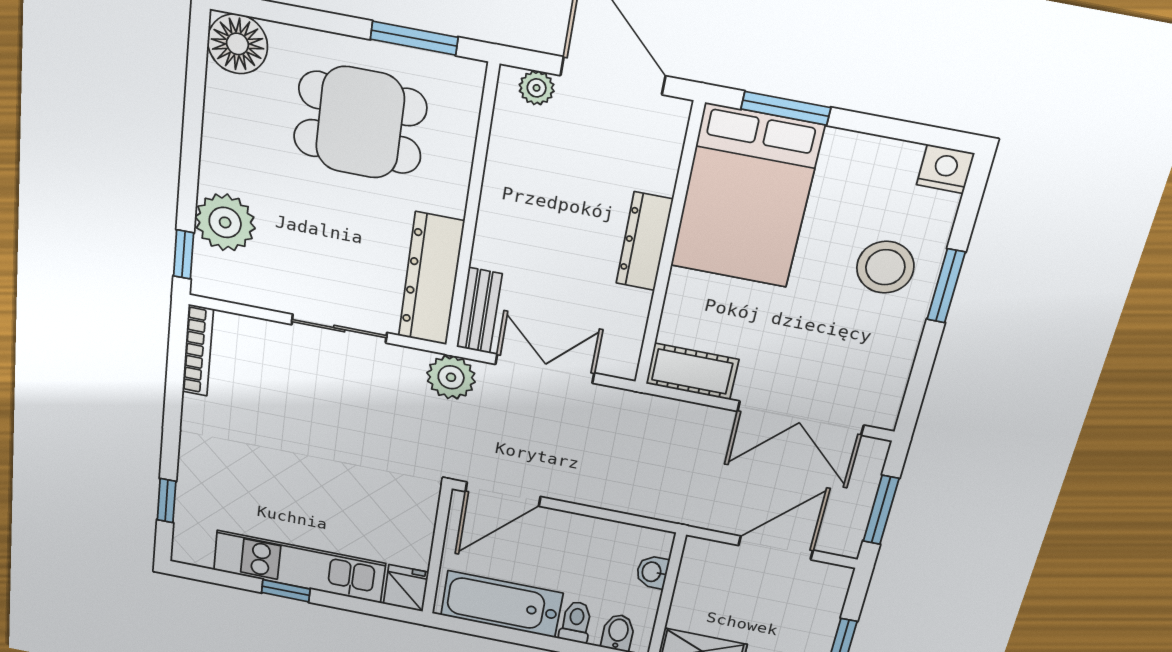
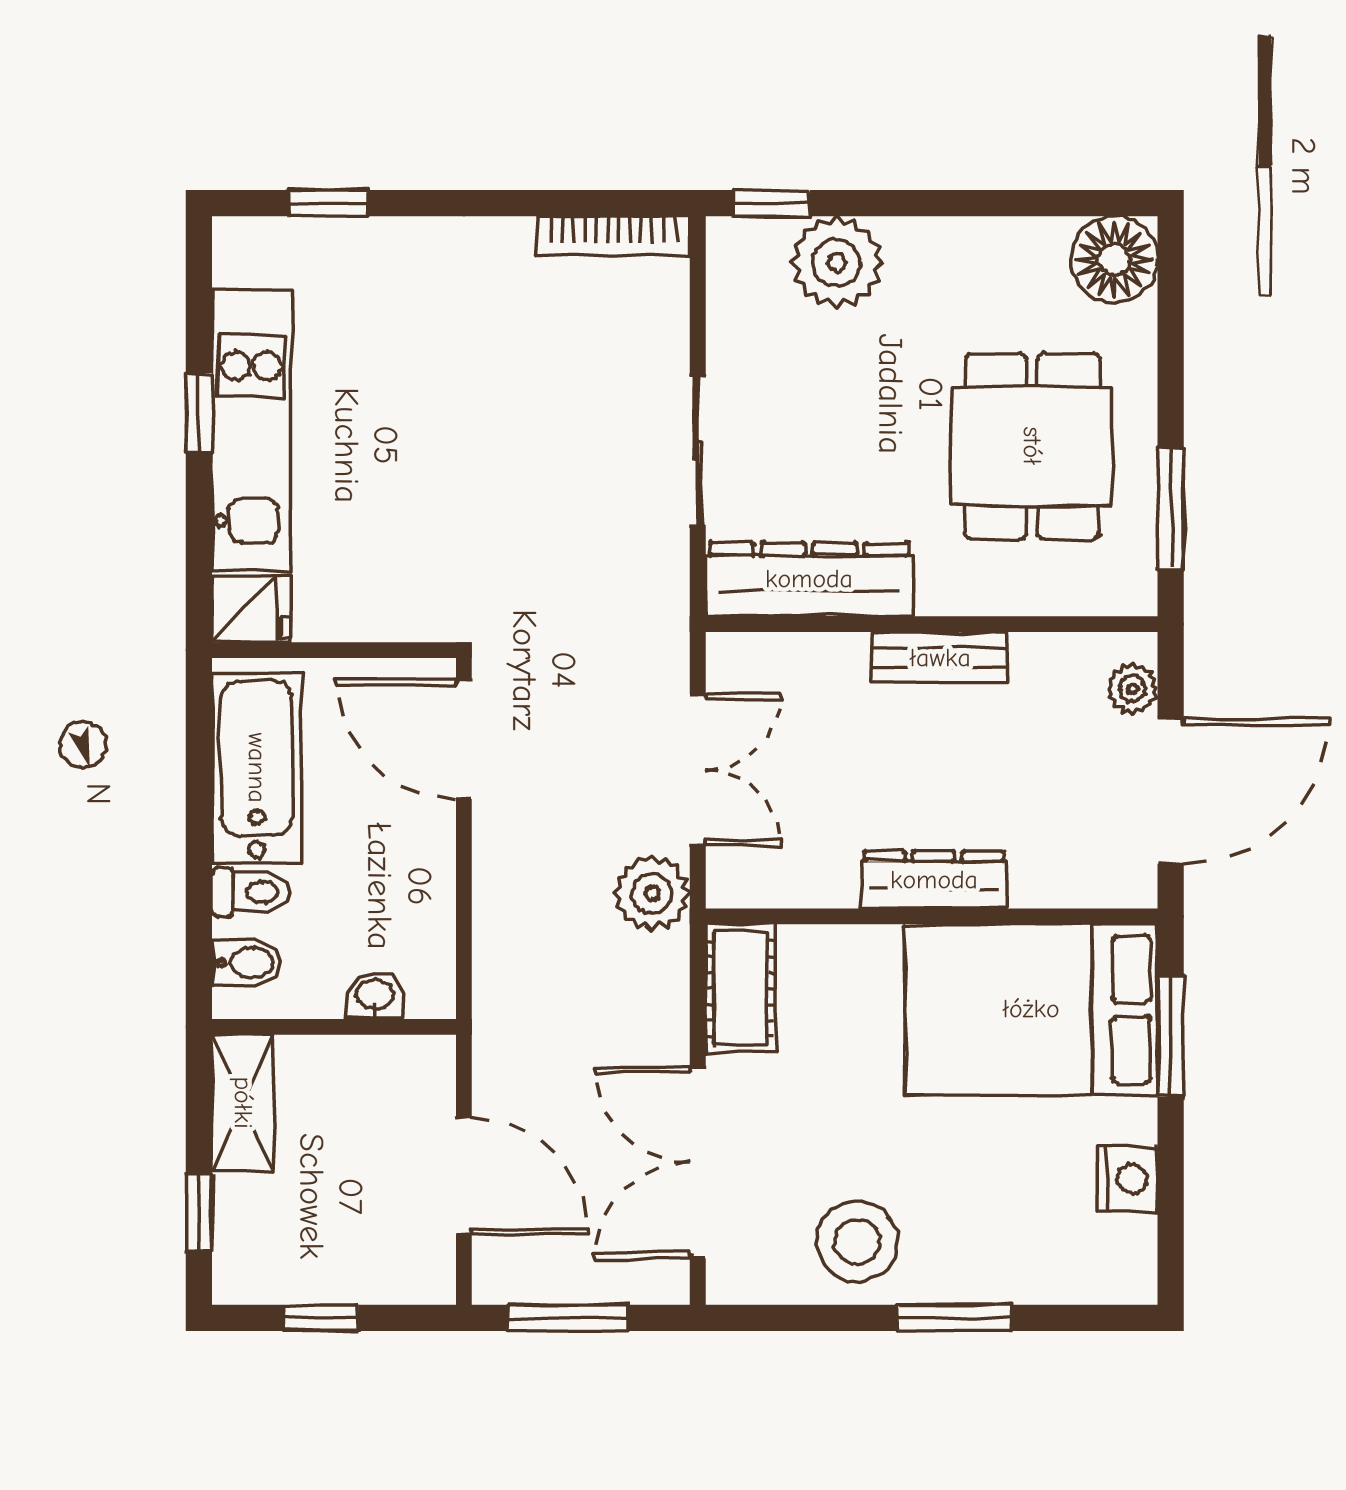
nightstand: (945, 169) -> (1127, 1179), moved
stool: (885, 267) -> (857, 1242), moved
bench: (479, 311) -> (940, 658), moved
plant: (451, 377) -> (652, 893), moved

